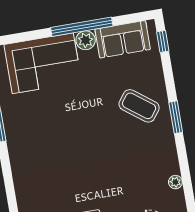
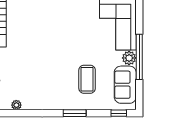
coffee table: (139, 106) -> (87, 79), moved, turned -37
window: (176, 117) -> (75, 113), moved

